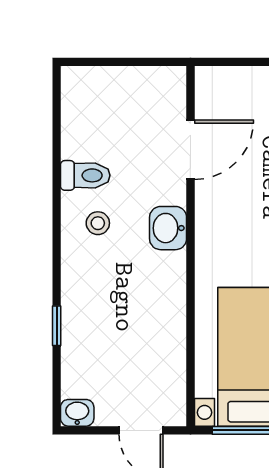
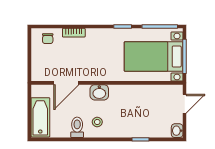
bathtub: (109, 88) -> (40, 117), added
door: (190, 150) -> (66, 83), swing flipped

